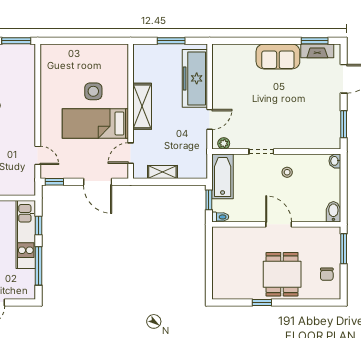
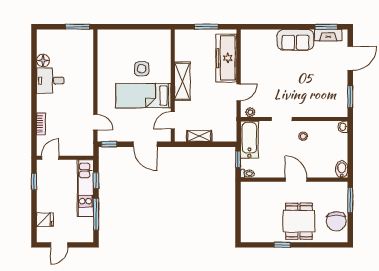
chair: (327, 274) -> (336, 221), width x1.87, depth x1.87

